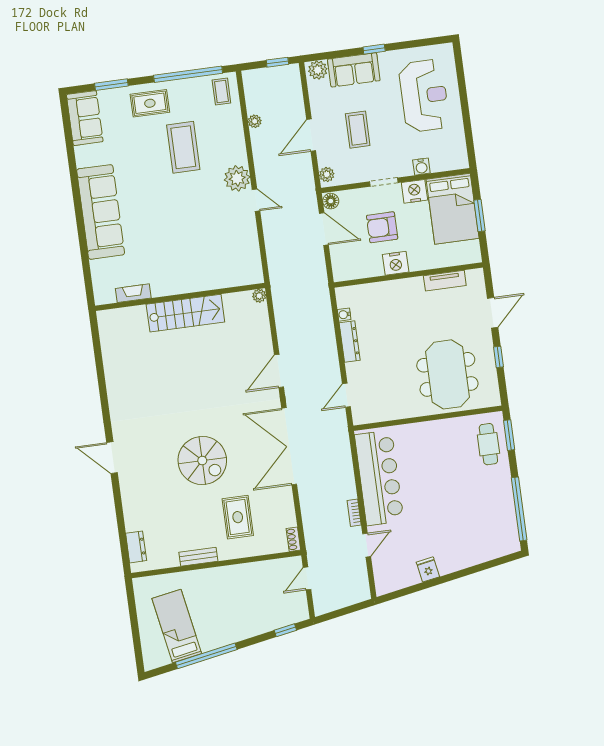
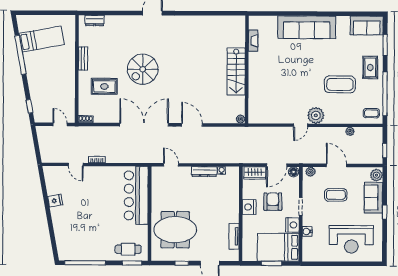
wardrobe: (341, 262) -> (255, 173), added
bar counter: (379, 478) -> (136, 195), moved, turned 90

